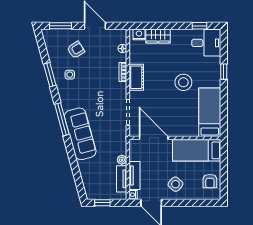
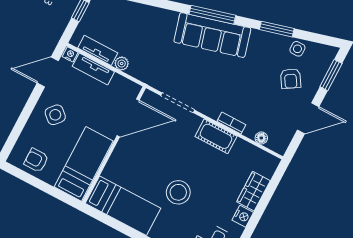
nightstand: (139, 34) -> (243, 216), moved
side table: (70, 75) -> (297, 49), moved
sofa: (80, 134) -> (212, 35), moved

